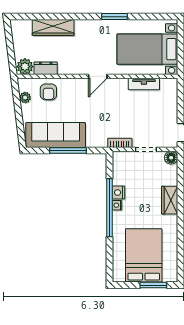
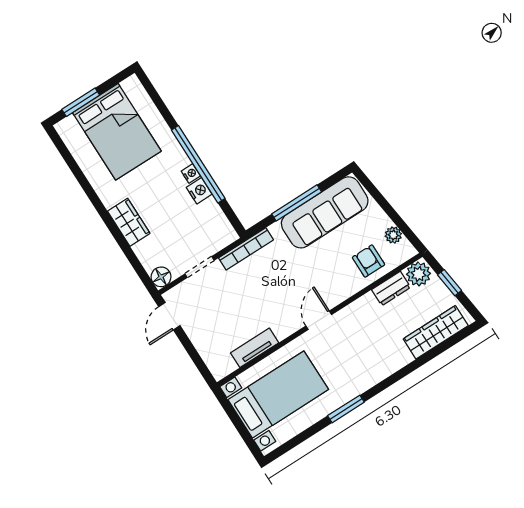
wardrobe: (53, 27) -> (436, 332), moved
window: (11, 50) -> (450, 283), added
bookcase: (120, 143) -> (246, 249), width x1.56

